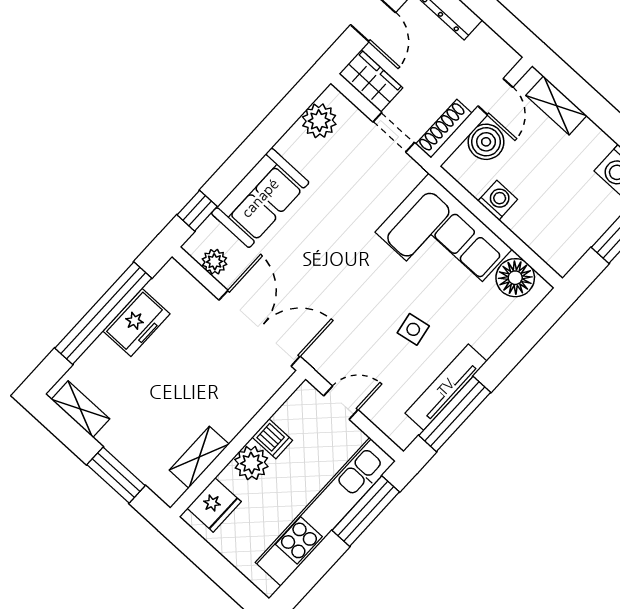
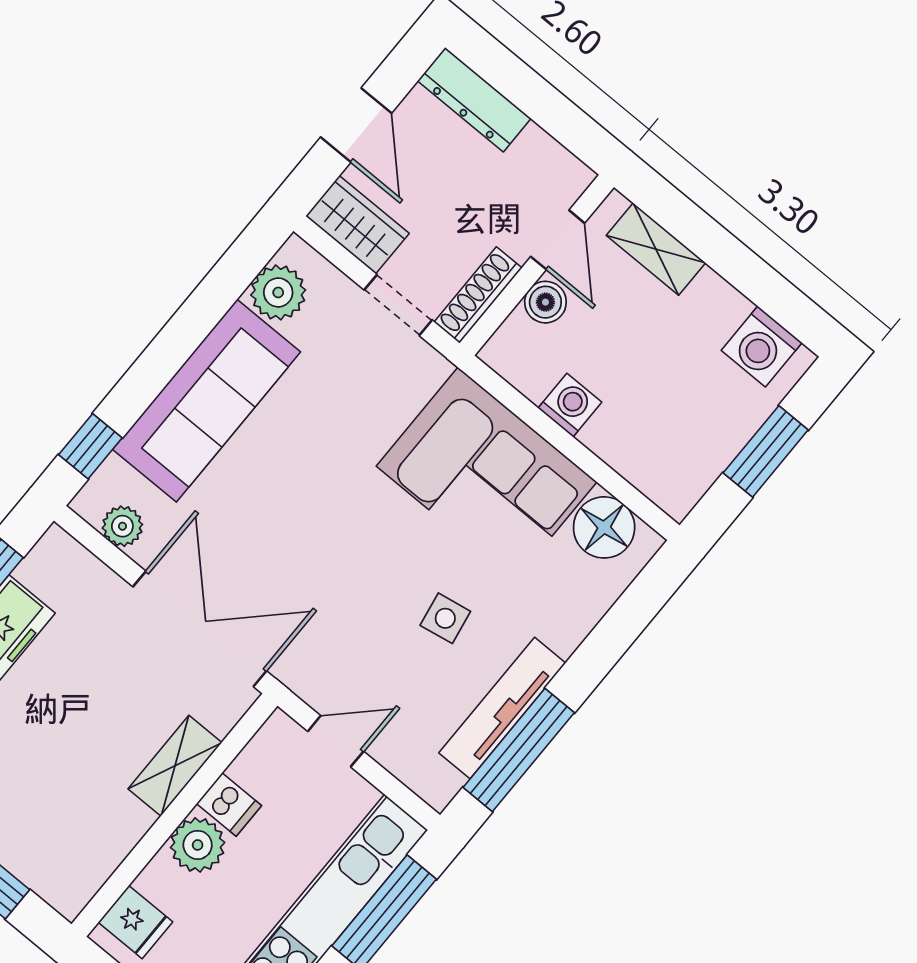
boiler: (486, 142) -> (545, 302), width x0.73, depth x0.73
sofa: (260, 198) -> (207, 401), width x1.36
shelving: (199, 457) -> (175, 766), moved
fridge: (214, 505) -> (135, 922), width x0.72

